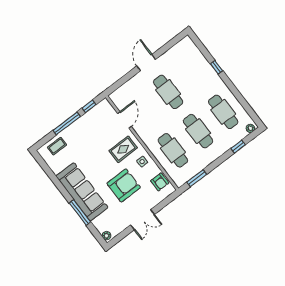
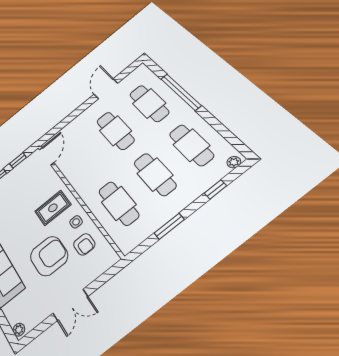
door: (146, 63) -> (106, 89), moved
window: (216, 67) -> (181, 92), width x3.17
cafe table: (193, 73) -> (149, 103), added
door: (124, 120) -> (47, 156), moved
window: (197, 178) -> (169, 226), moved
armchair: (160, 182) -> (84, 244), moved

